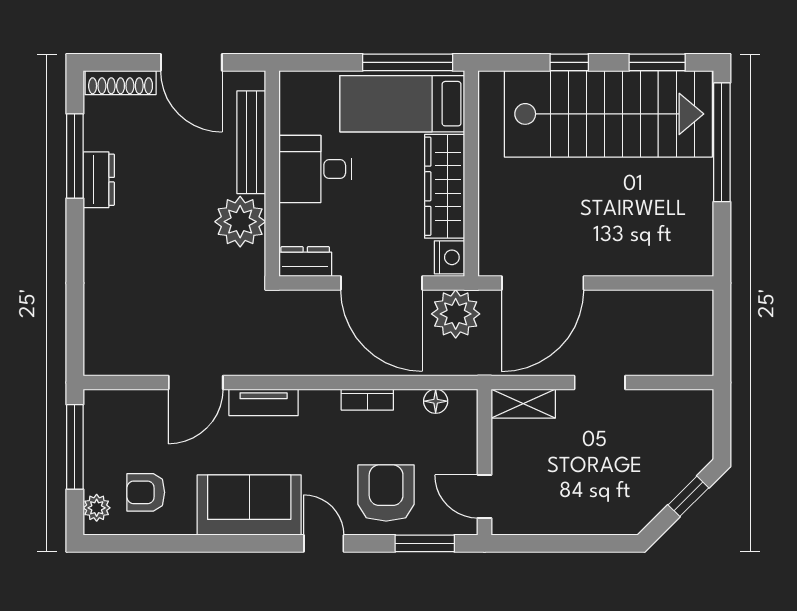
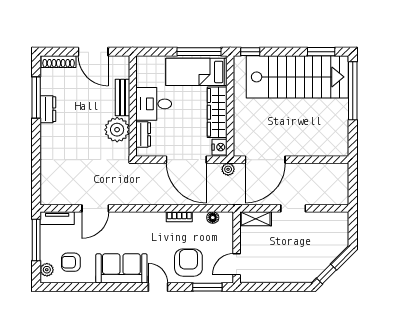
window: (569, 62) -> (250, 52), moved
bench: (251, 142) -> (122, 97), width x0.73
dresser: (305, 262) -> (143, 135), moved, turned 90
plant: (456, 314) -> (228, 169), width x0.53, depth x0.53
tv unit: (264, 402) -> (57, 218), moved
window: (688, 496) -> (327, 274), moved
door: (485, 497) -> (237, 264), hinge flipped

